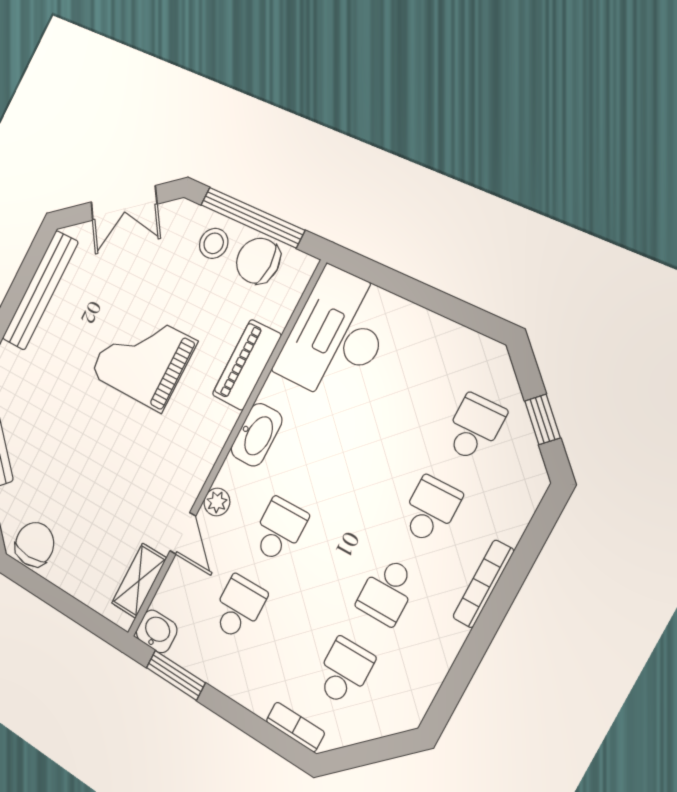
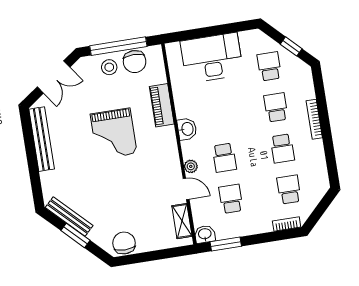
chair: (258, 261) -> (135, 62), turned -90
desk: (337, 335) -> (212, 58), moved, turned 90
grand piano: (143, 358) -> (114, 134), turned -90
washbasin: (256, 435) -> (187, 129), width x0.72
school desk: (279, 530) -> (224, 158), turned 180

